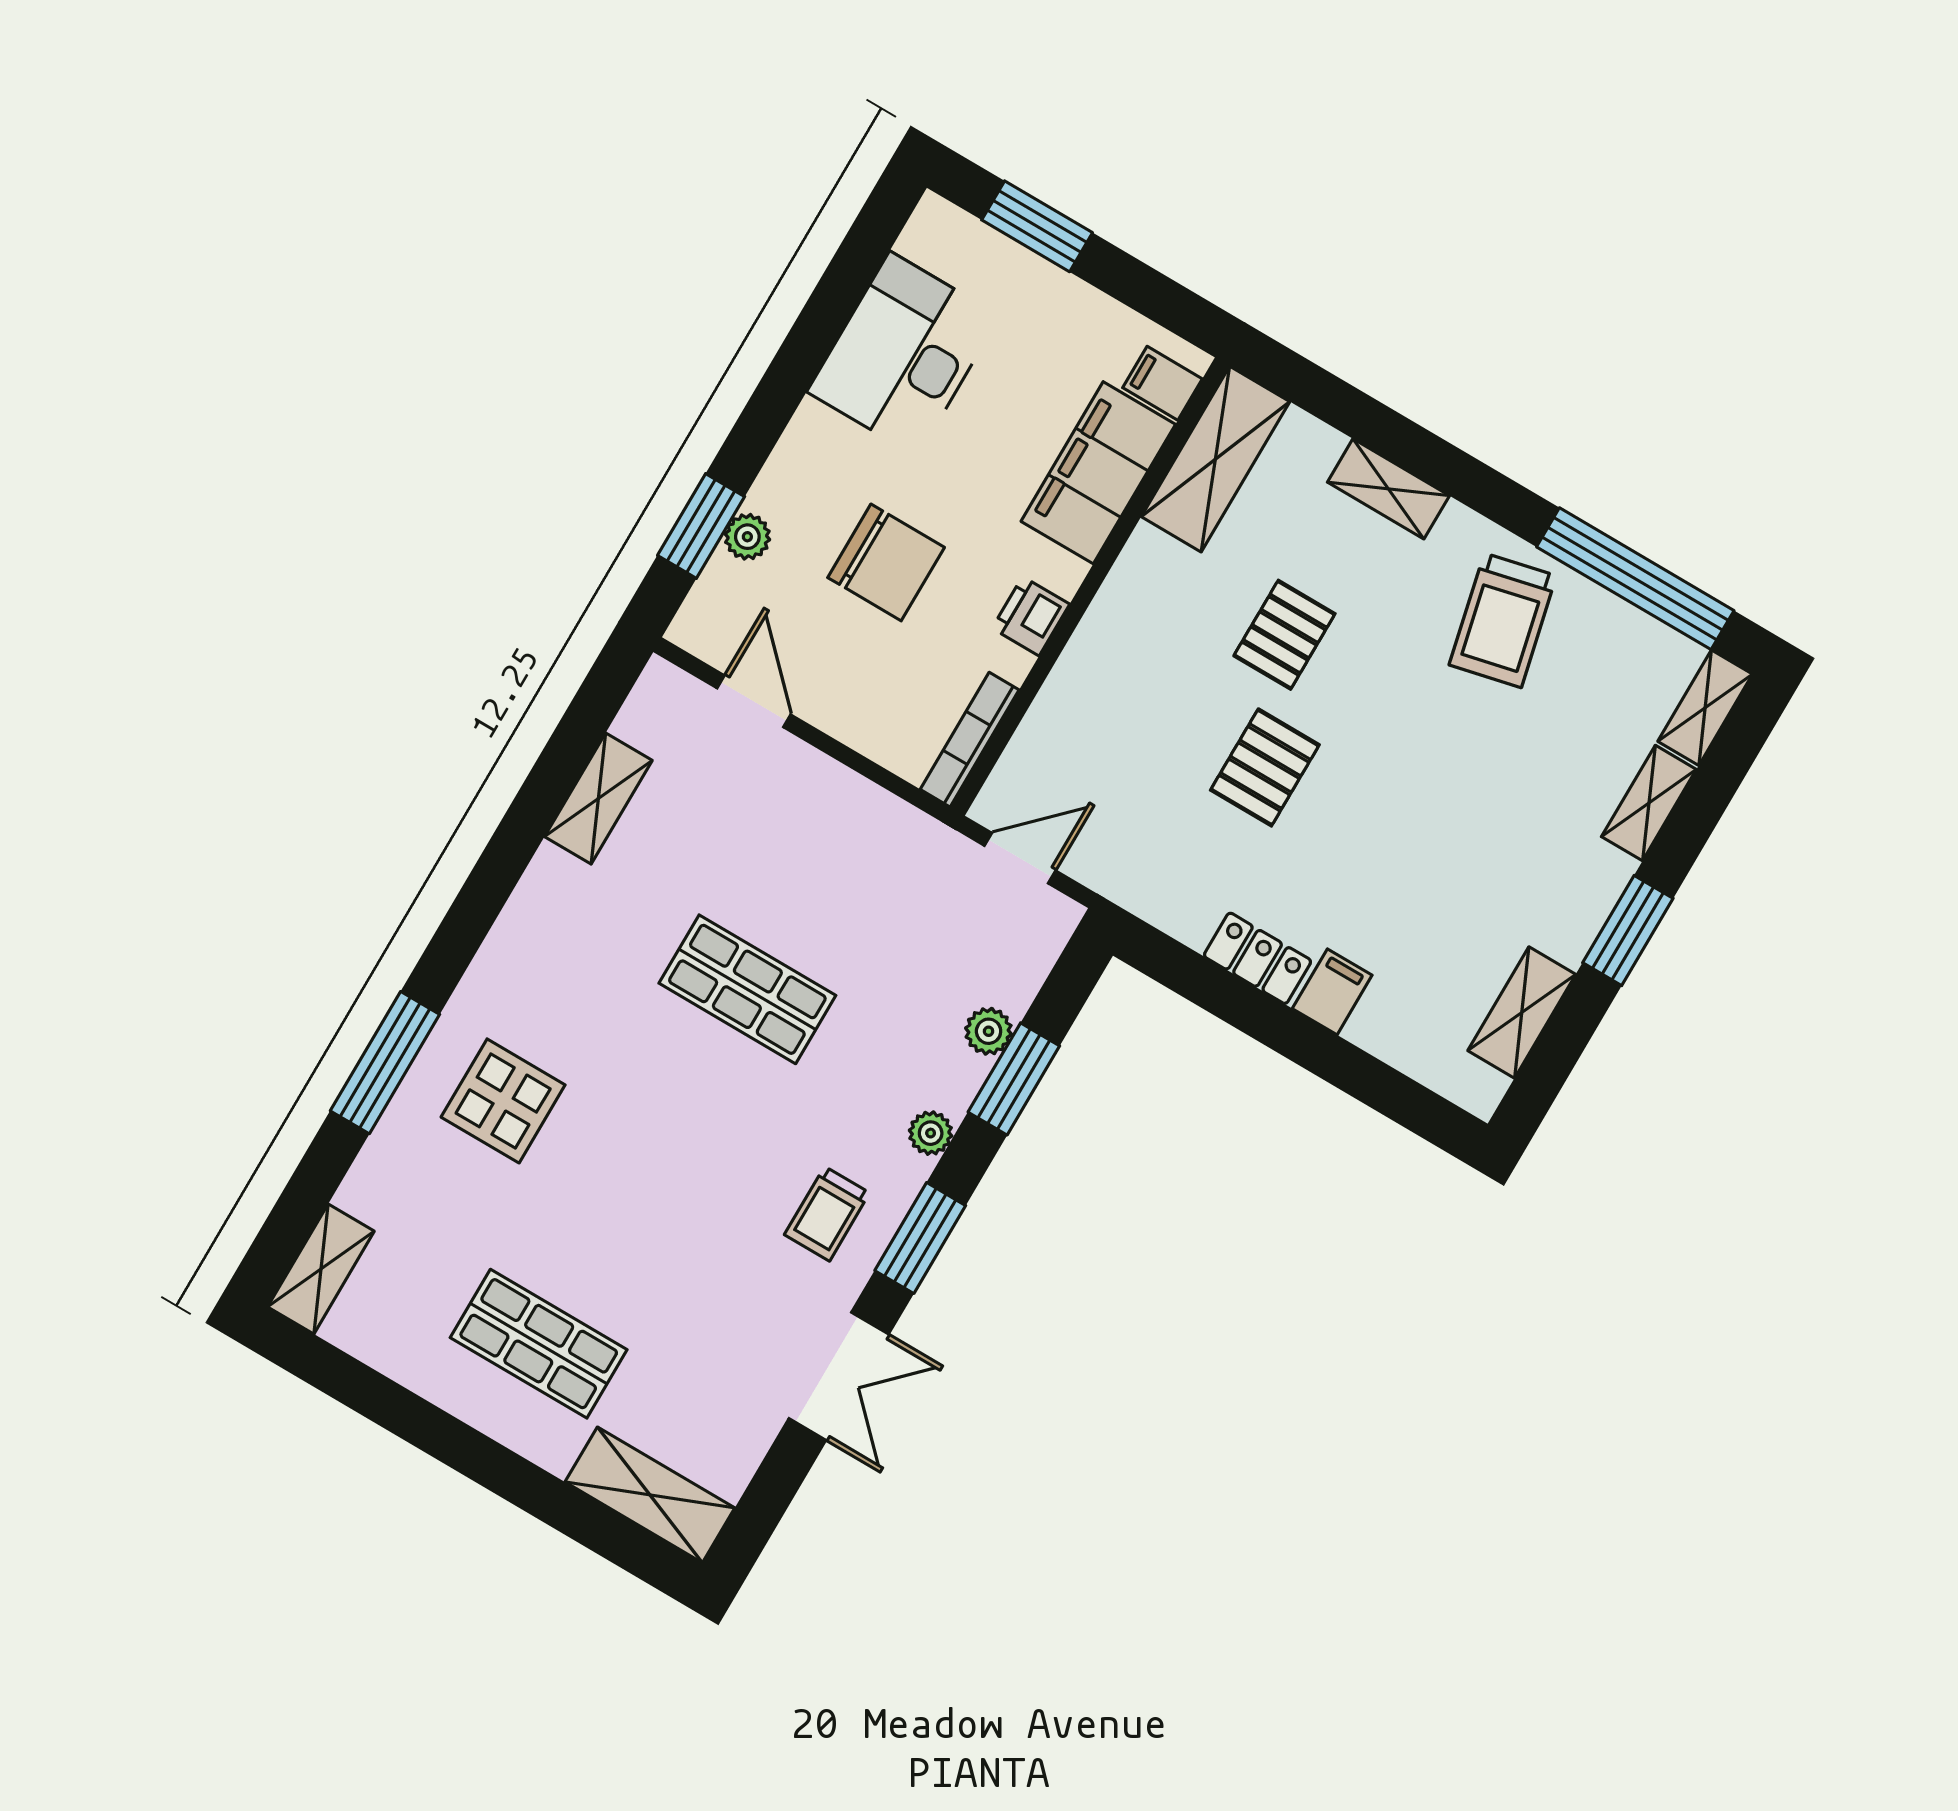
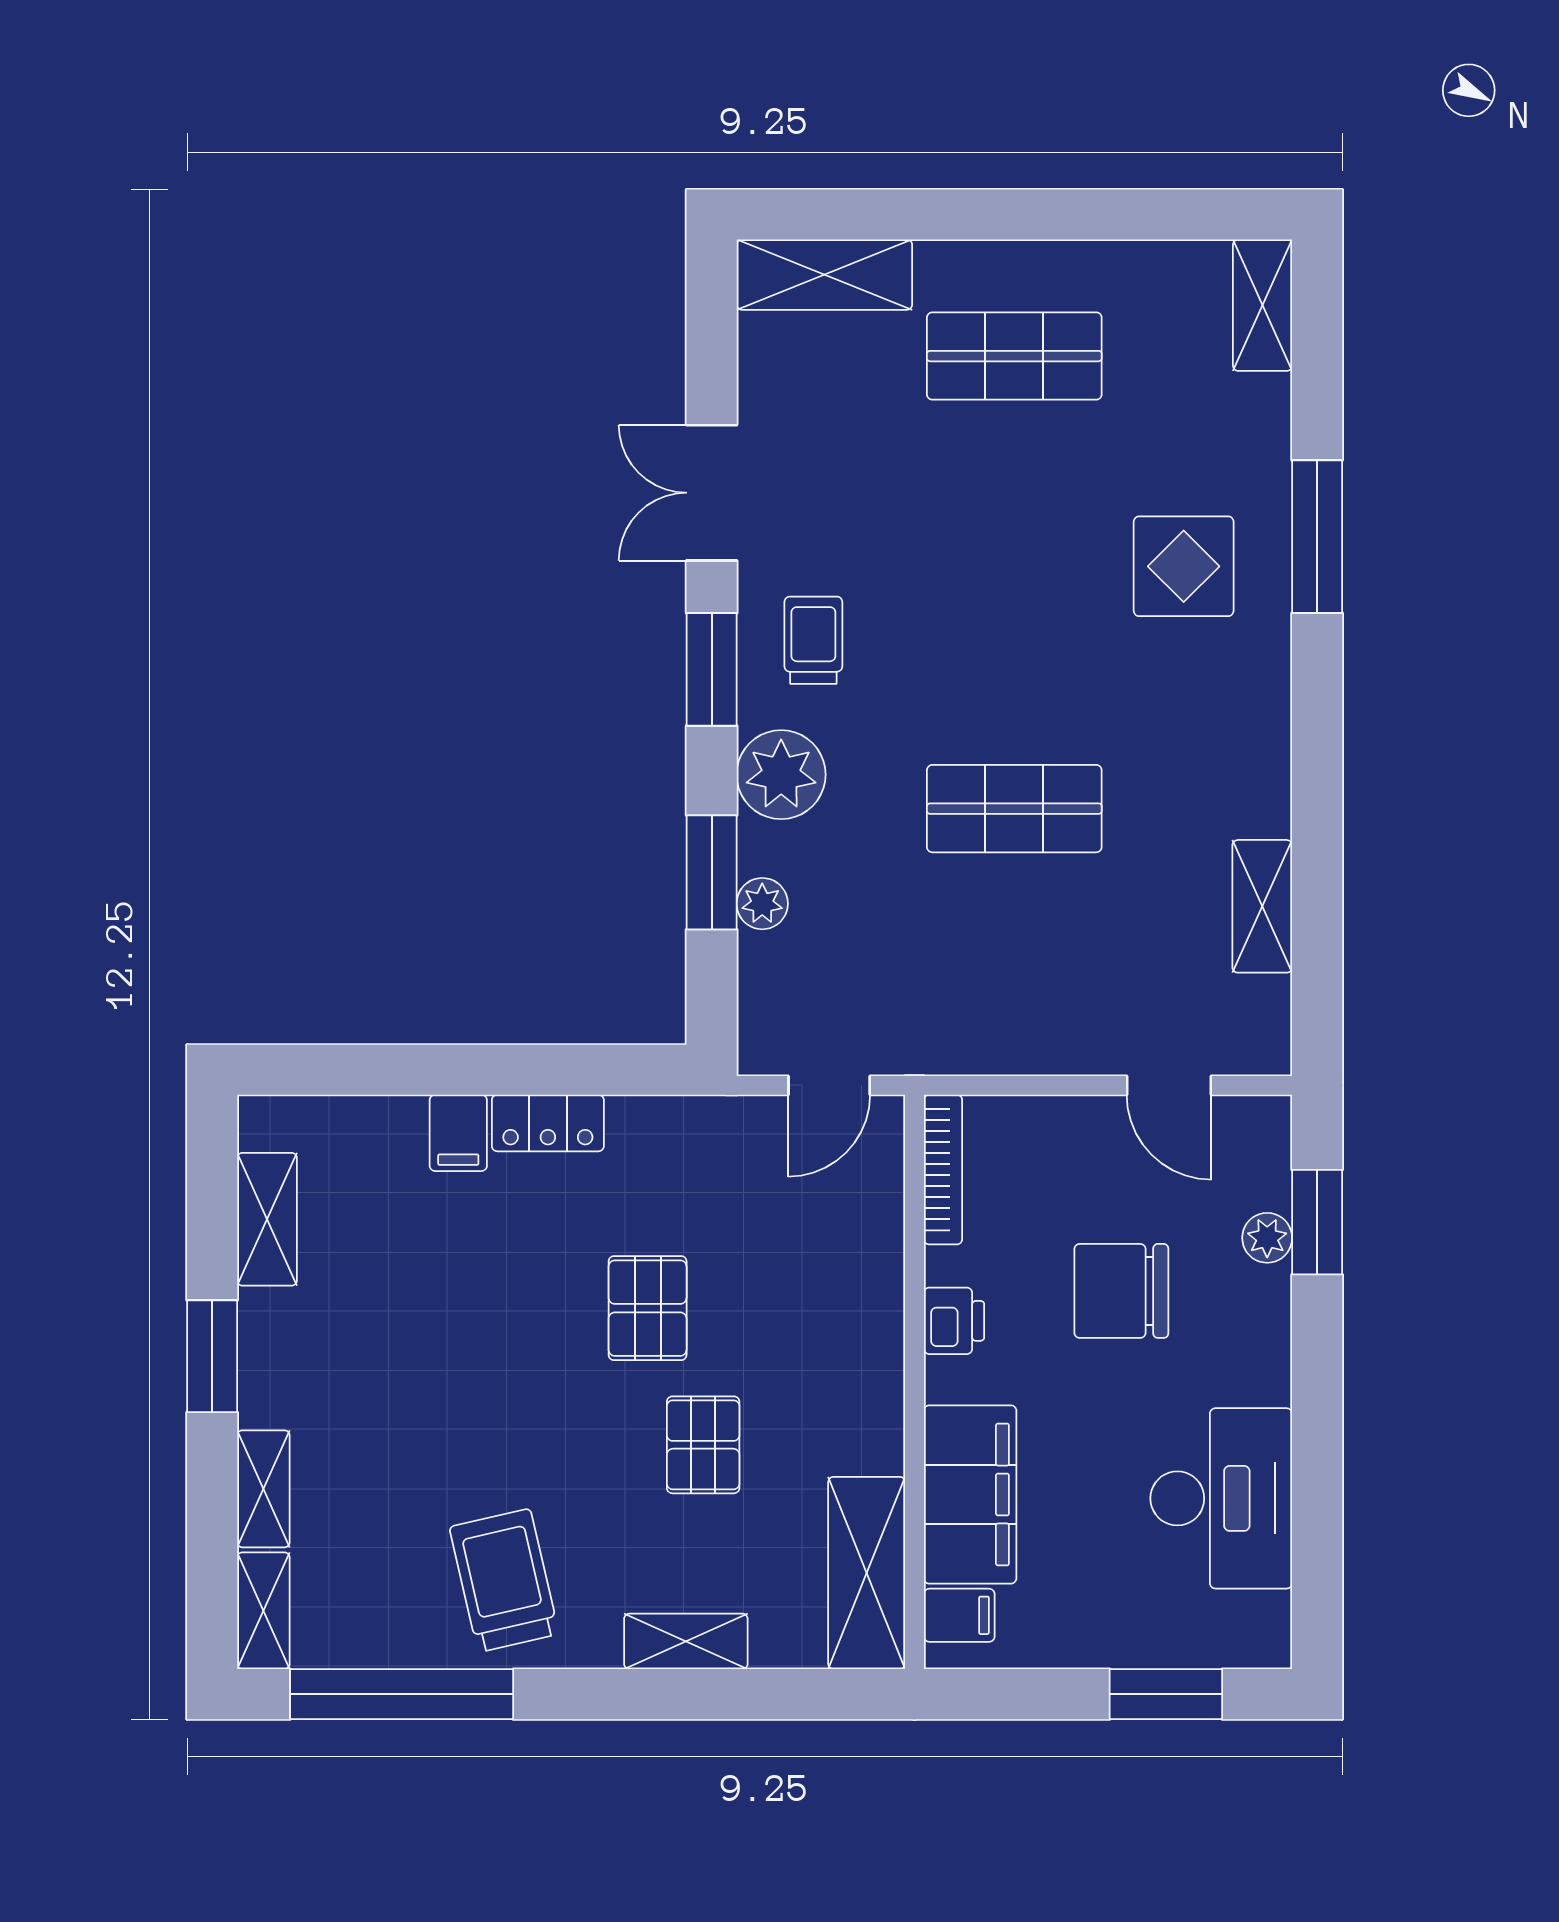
plant: (931, 1133) -> (781, 775), width x1.88, depth x1.88

